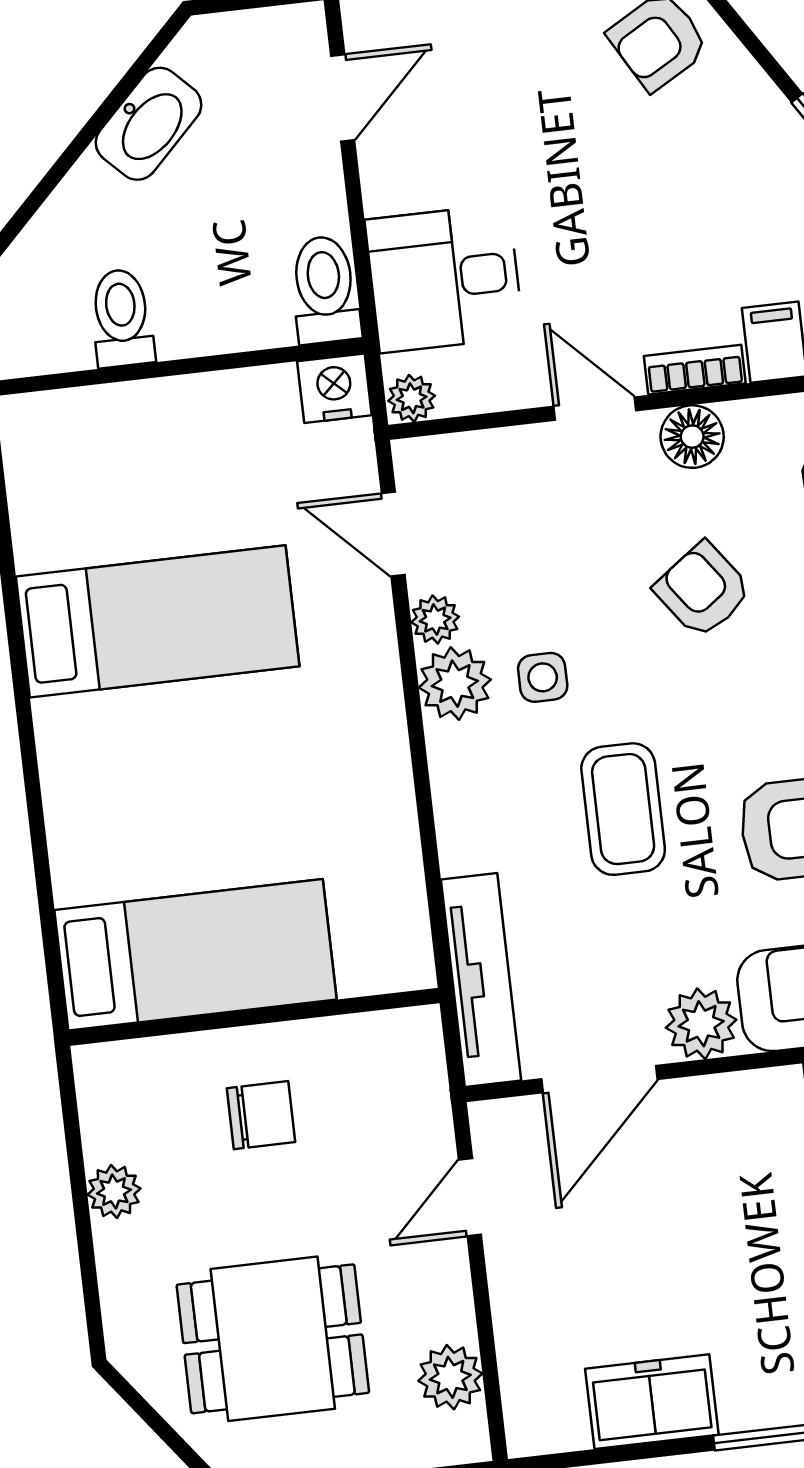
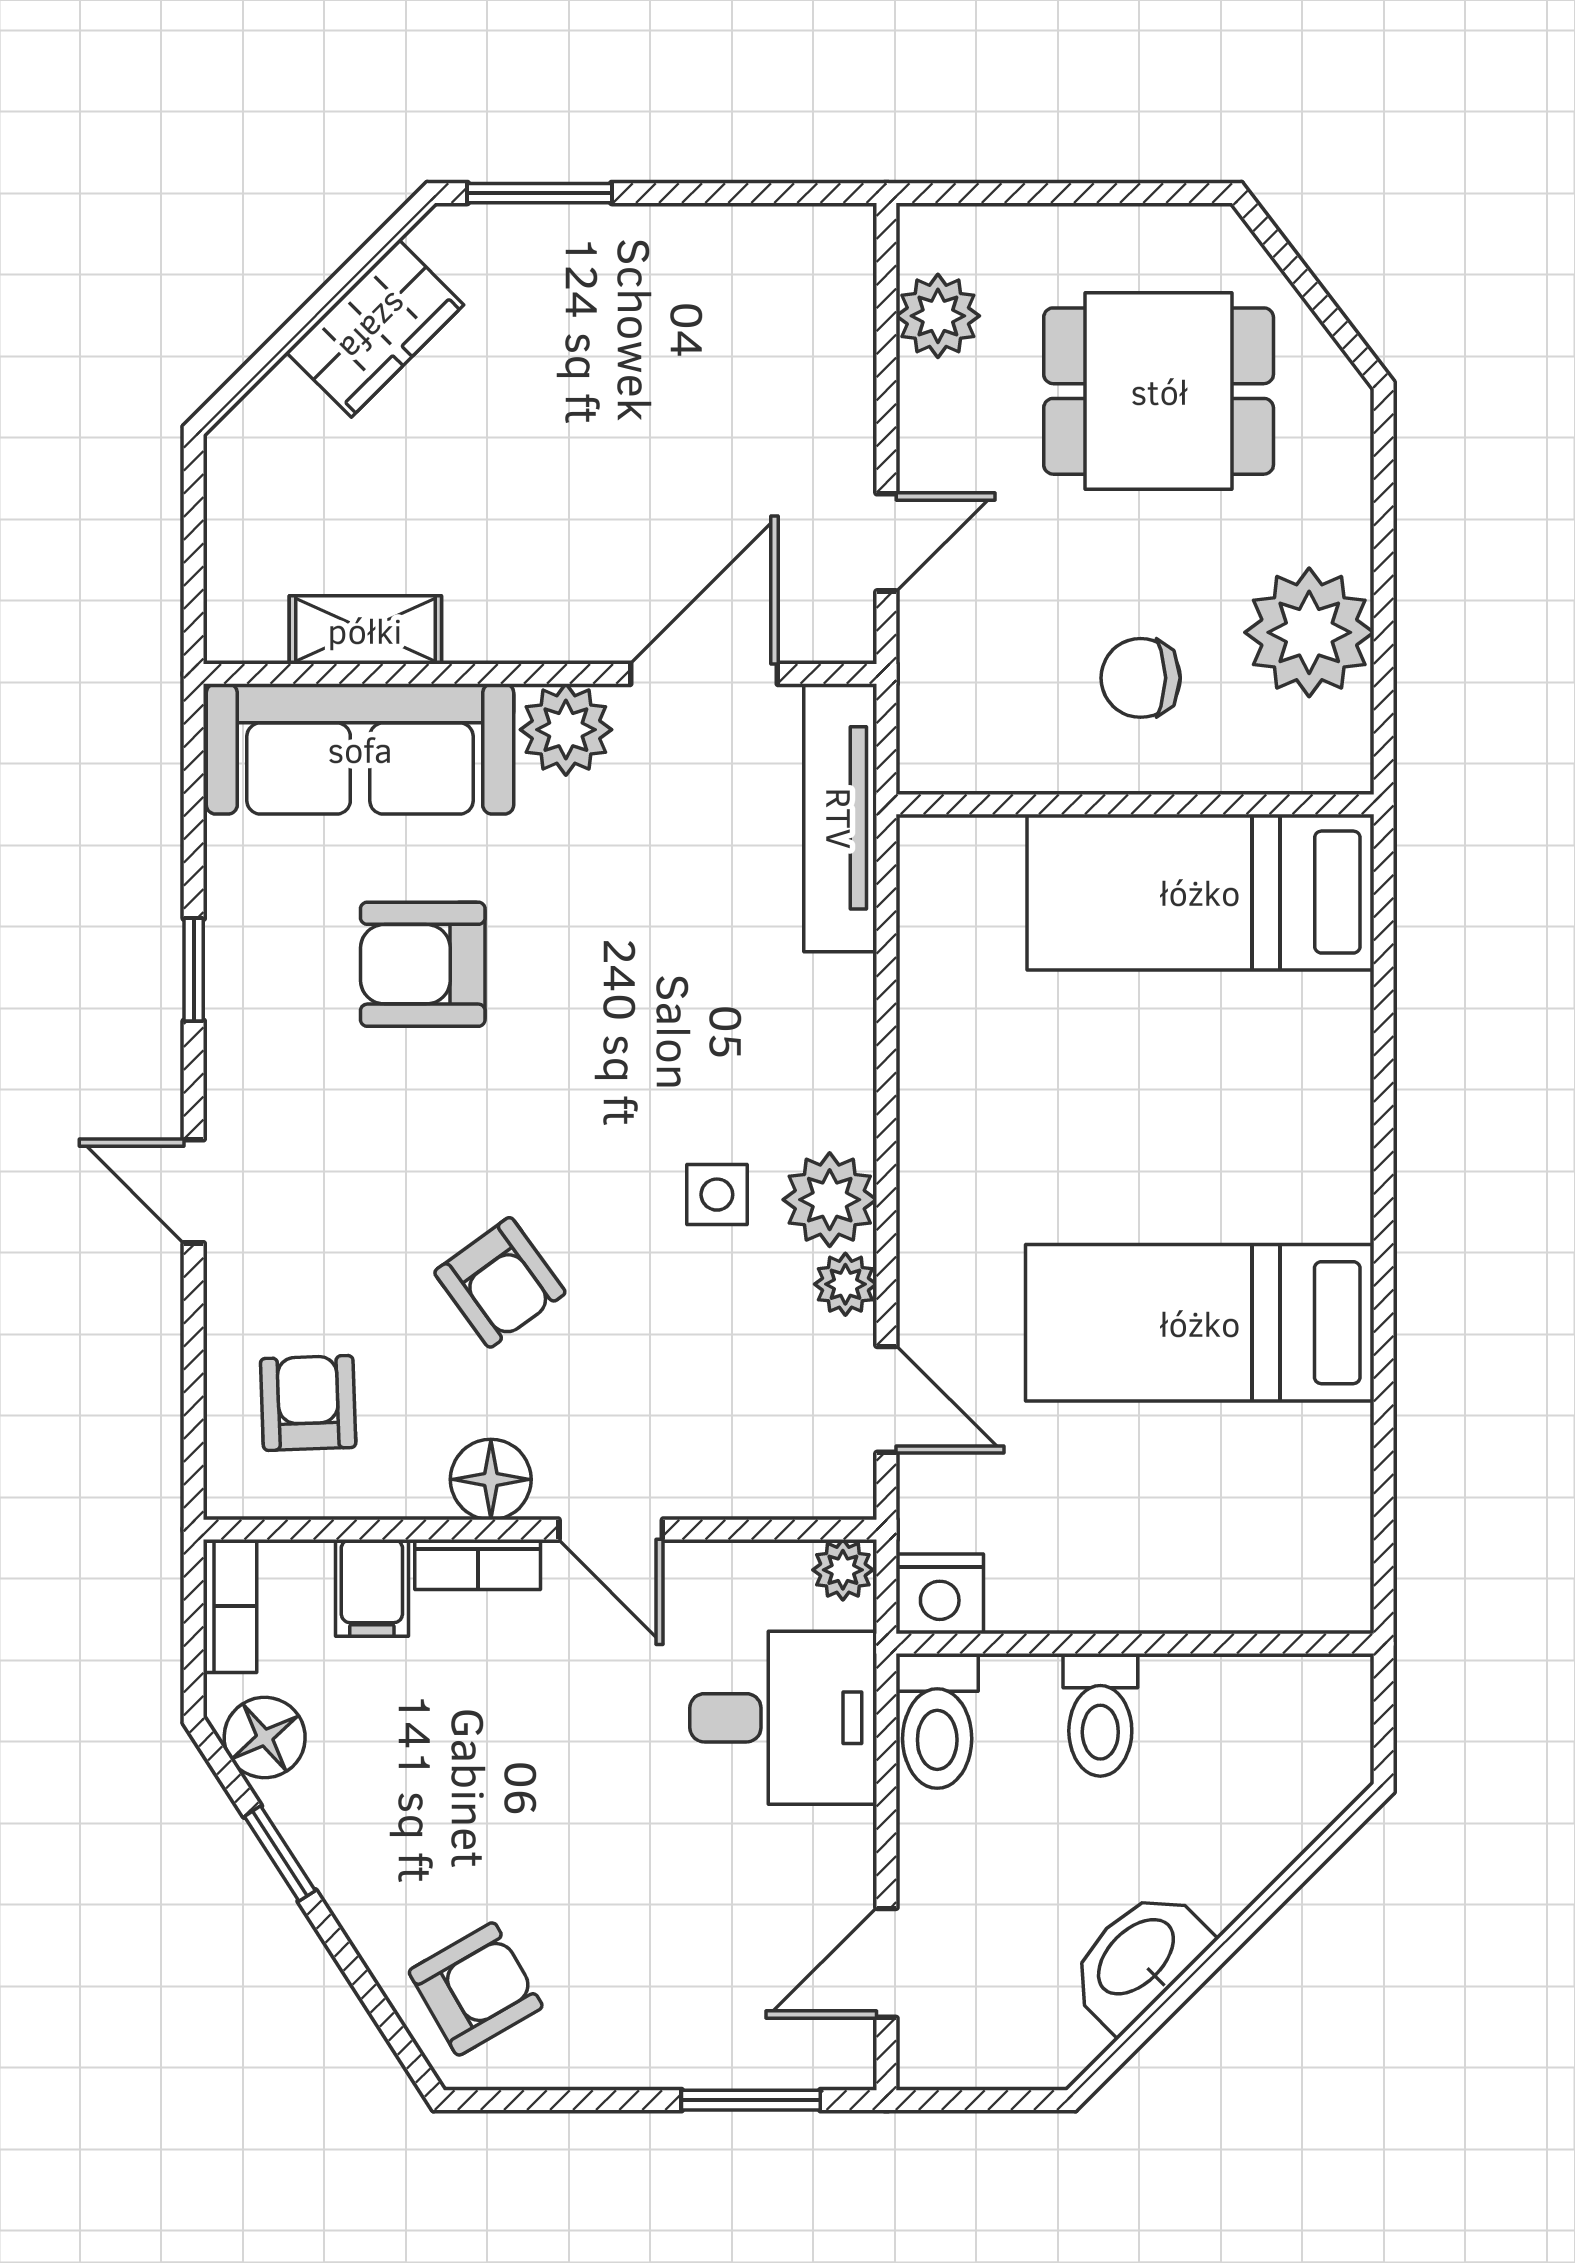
toilet: (122, 318) -> (1100, 1715), moved
coffee table: (623, 809) -> (634, 1015), removed
plant: (114, 1192) -> (1309, 632), width x1.88, depth x1.88
freezer: (652, 1402) -> (685, 255), removed

